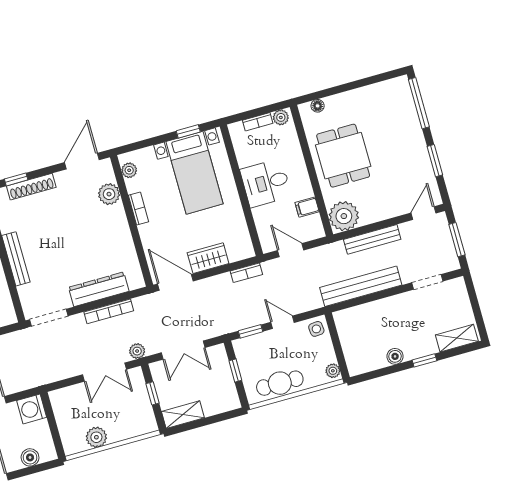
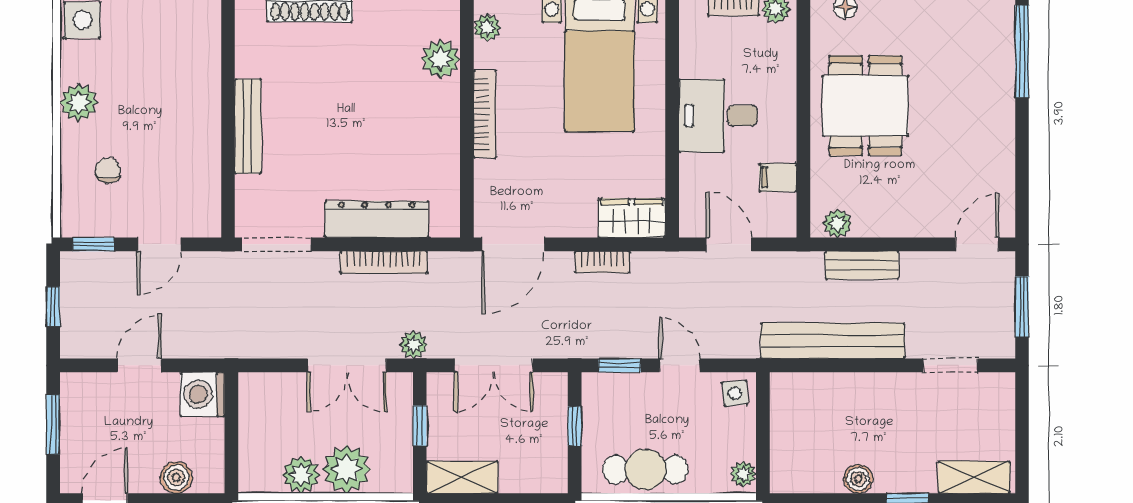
window: (435, 161) -> (1022, 159), removed
bookcase: (138, 209) -> (485, 114), width x1.56
plant: (344, 216) -> (837, 223), width x0.53, depth x0.53
bench: (372, 239) -> (862, 265), width x0.73
wardrobe: (208, 258) -> (632, 218), moved
bookcase: (246, 273) -> (602, 262), moved
door: (175, 282) -> (513, 244), swing flipped
plant: (120, 428) -> (347, 469), added

